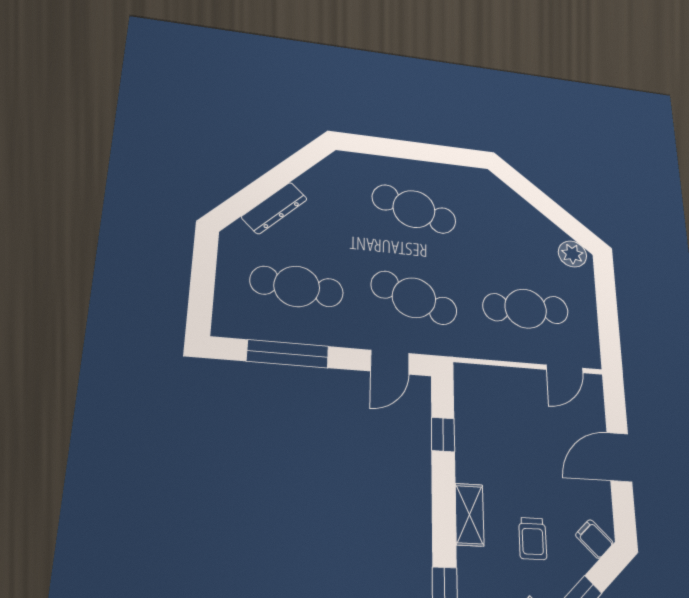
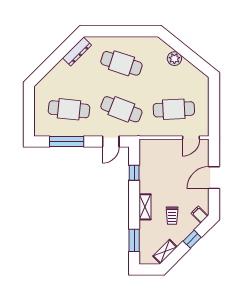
dresser: (274, 208) -> (77, 52), moved
plant: (572, 254) -> (174, 59), moved

